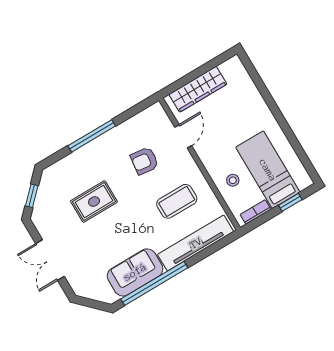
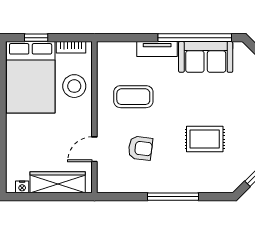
nightstand: (226, 67) -> (22, 187), added
bed: (268, 170) -> (31, 77), width x1.50
stool: (233, 180) -> (74, 86), width x1.89, depth x1.89
tv unit: (196, 243) -> (157, 49), width x0.52, depth x0.78

